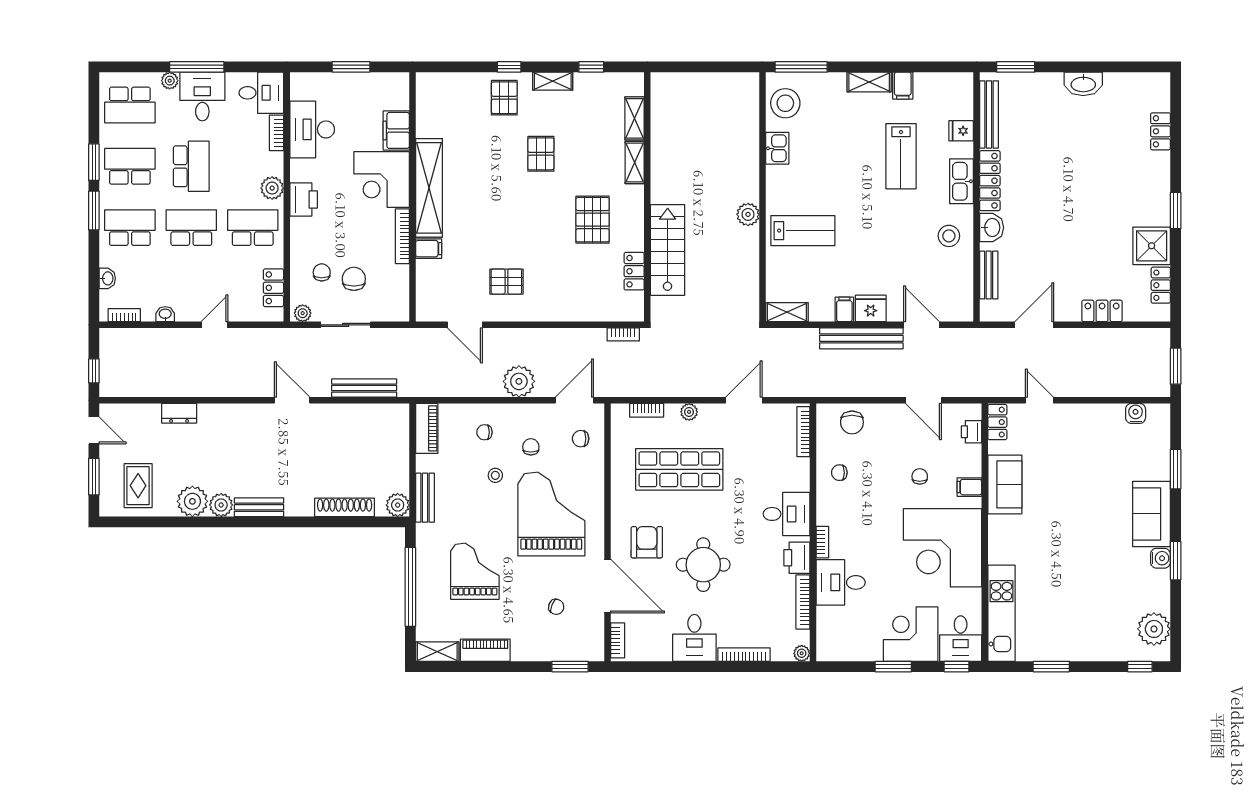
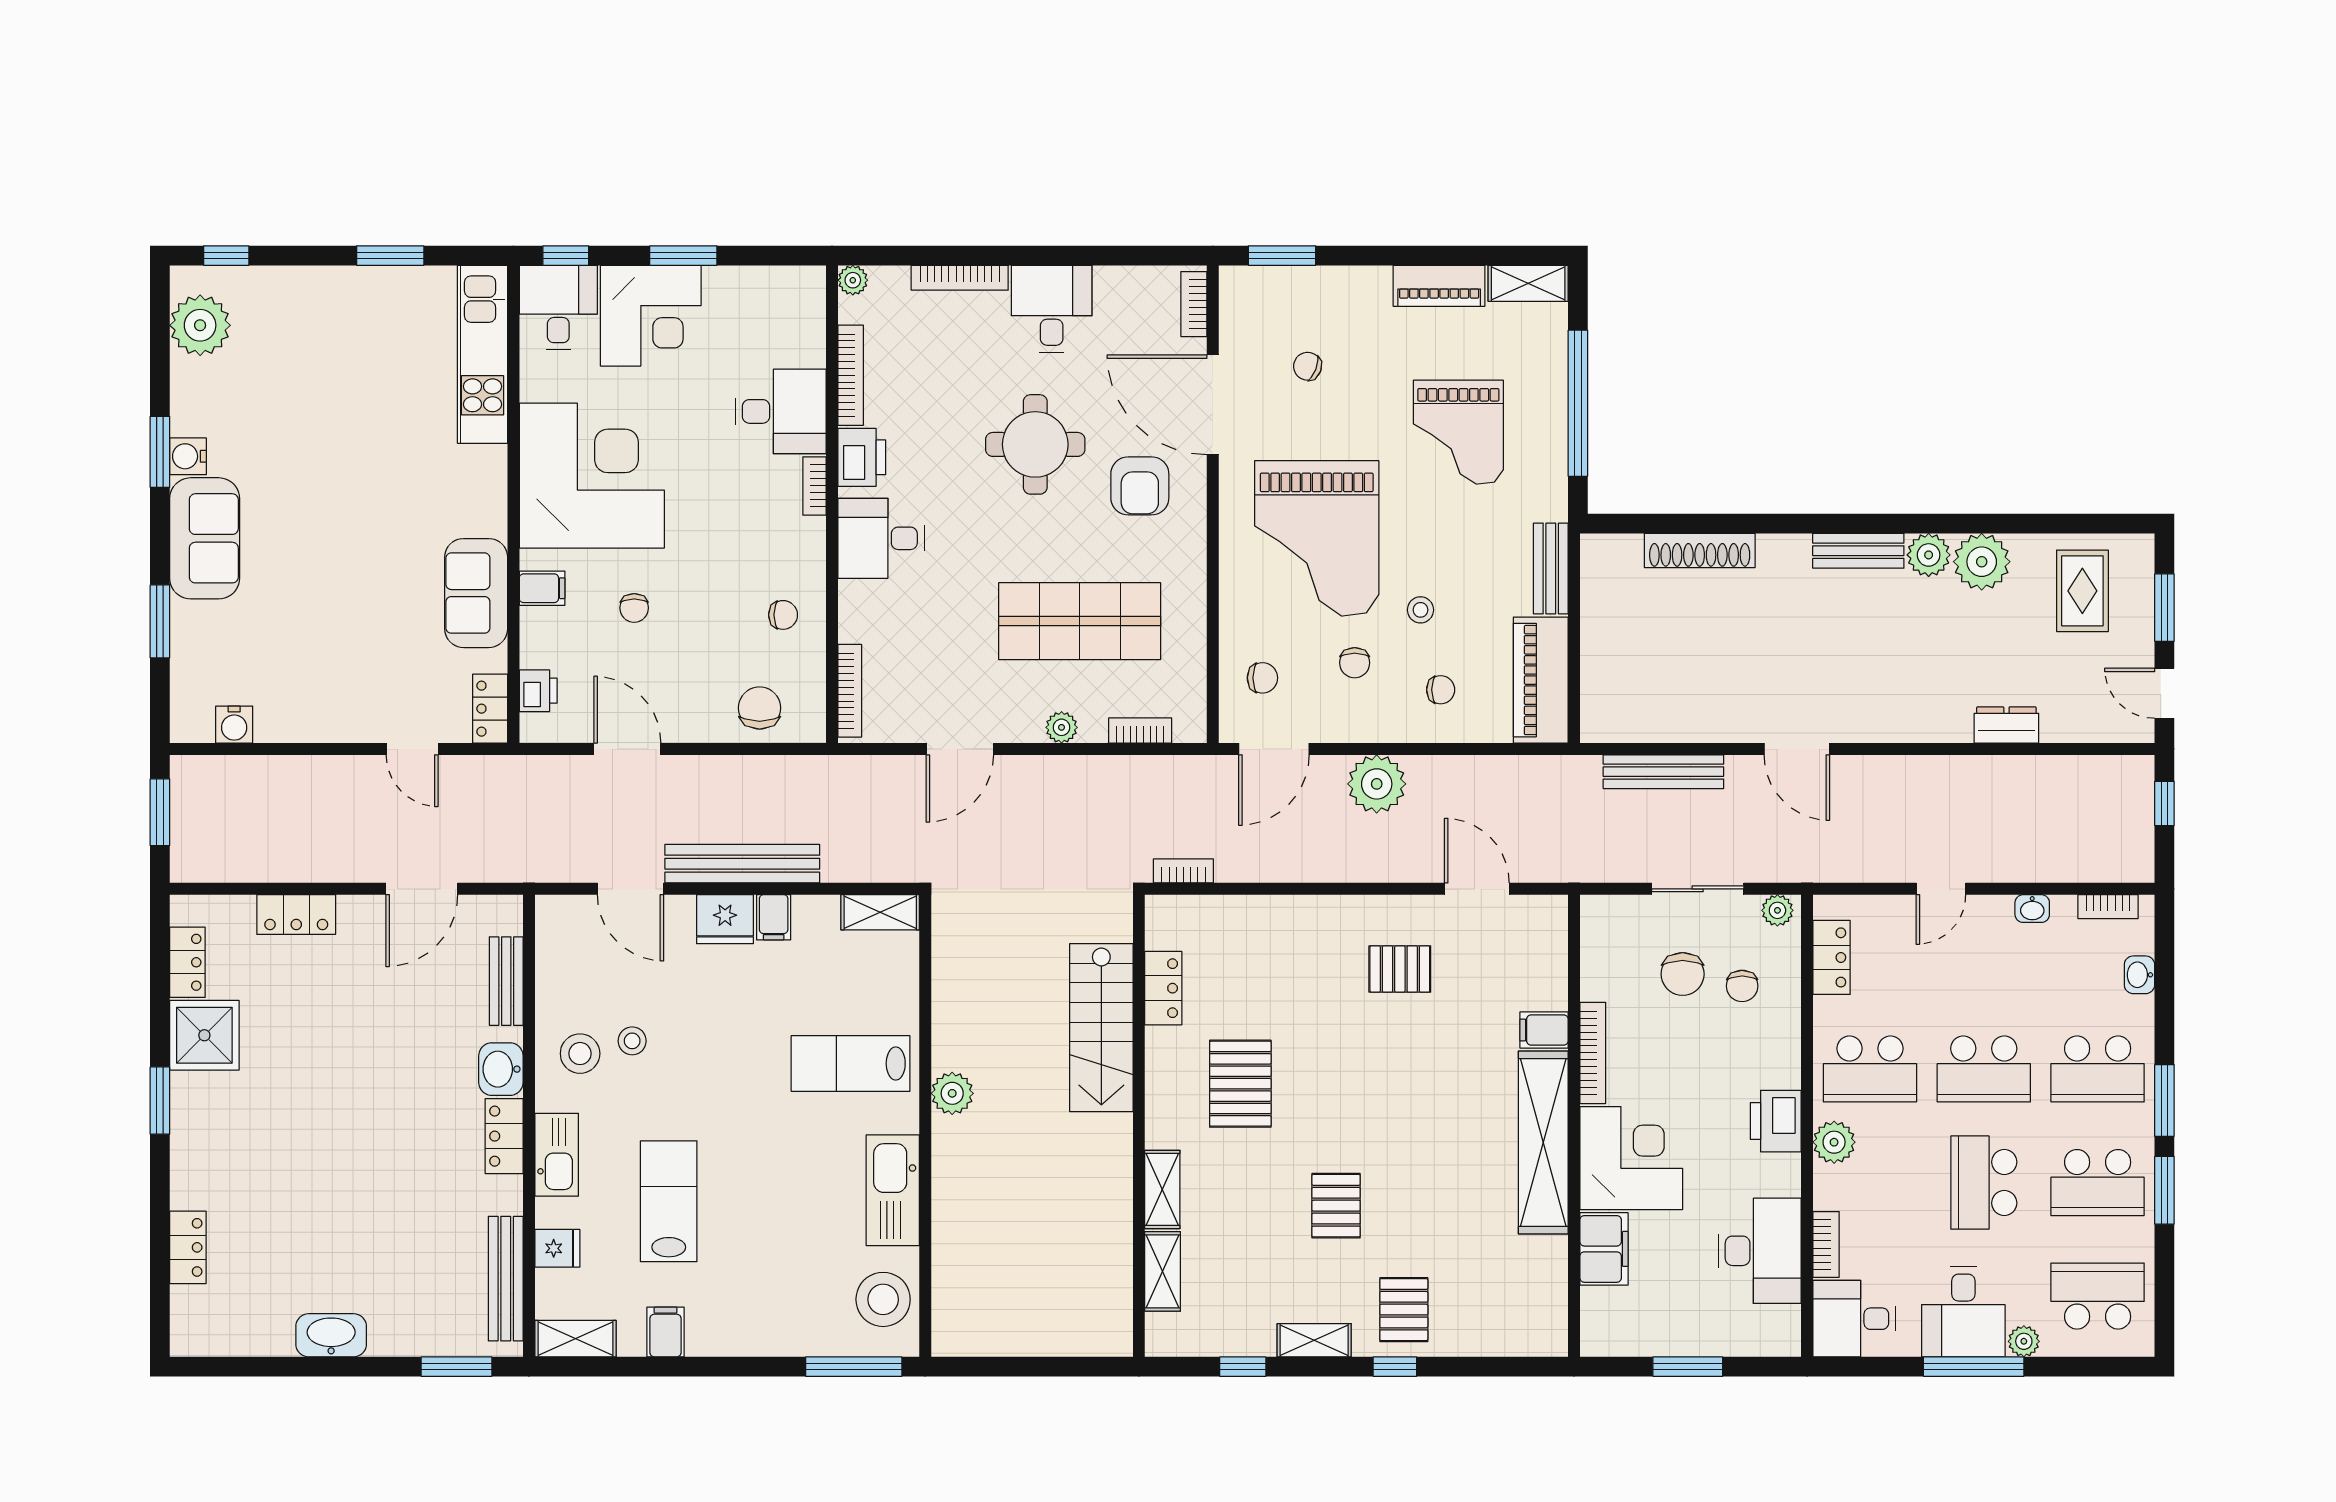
shelving: (869, 82) -> (575, 1339), moved
kitchen sink: (777, 148) -> (893, 1190), width x1.88, depth x1.24
locker: (990, 181) -> (504, 1136), width x0.66
stool: (921, 243) -> (632, 1041), added
piano: (427, 428) -> (1541, 680), width x1.37, depth x1.33
plant: (398, 505) -> (1601, 555), removed

